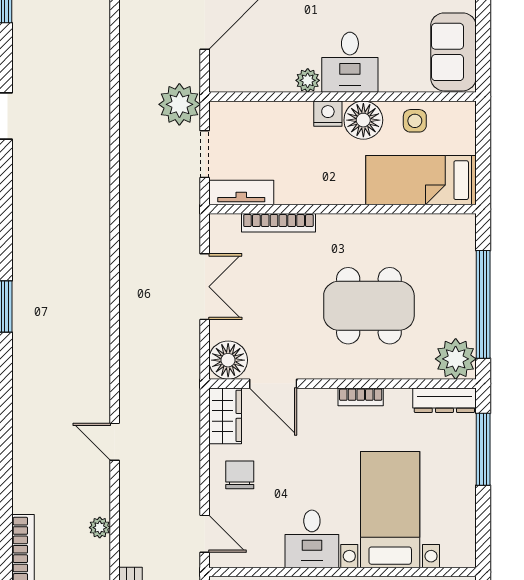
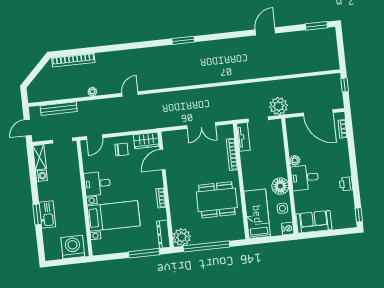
nightstand: (328, 114) -> (288, 228), moved
dining table: (369, 306) -> (217, 200), moved, turned 90
floor lamp: (228, 360) -> (171, 139), removed

